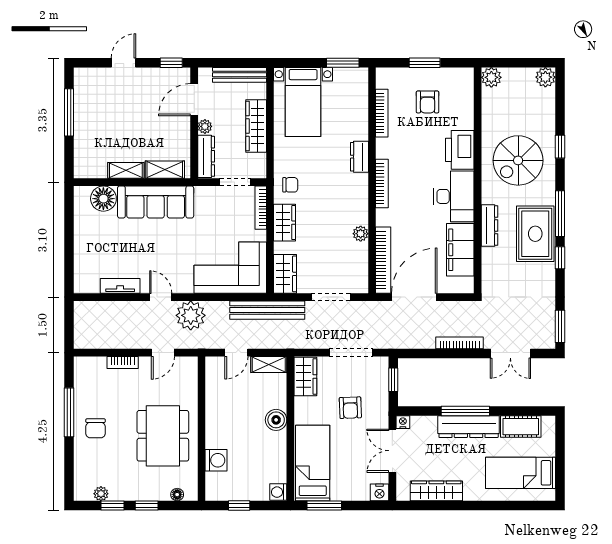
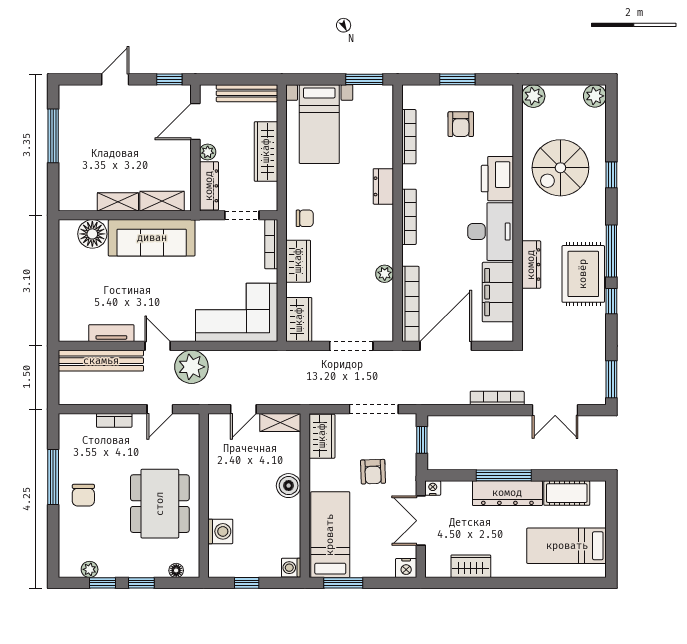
spiral stairs: (518, 160) -> (560, 168), moved
bench: (267, 310) -> (101, 361), moved
wardrobe: (436, 491) -> (471, 566), width x0.67

